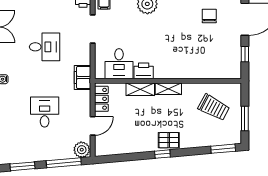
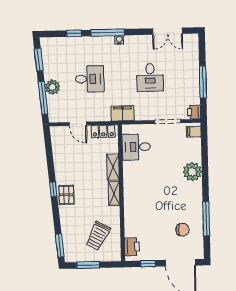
printer: (144, 71) -> (132, 247), moved
plant: (82, 150) -> (52, 87), moved

